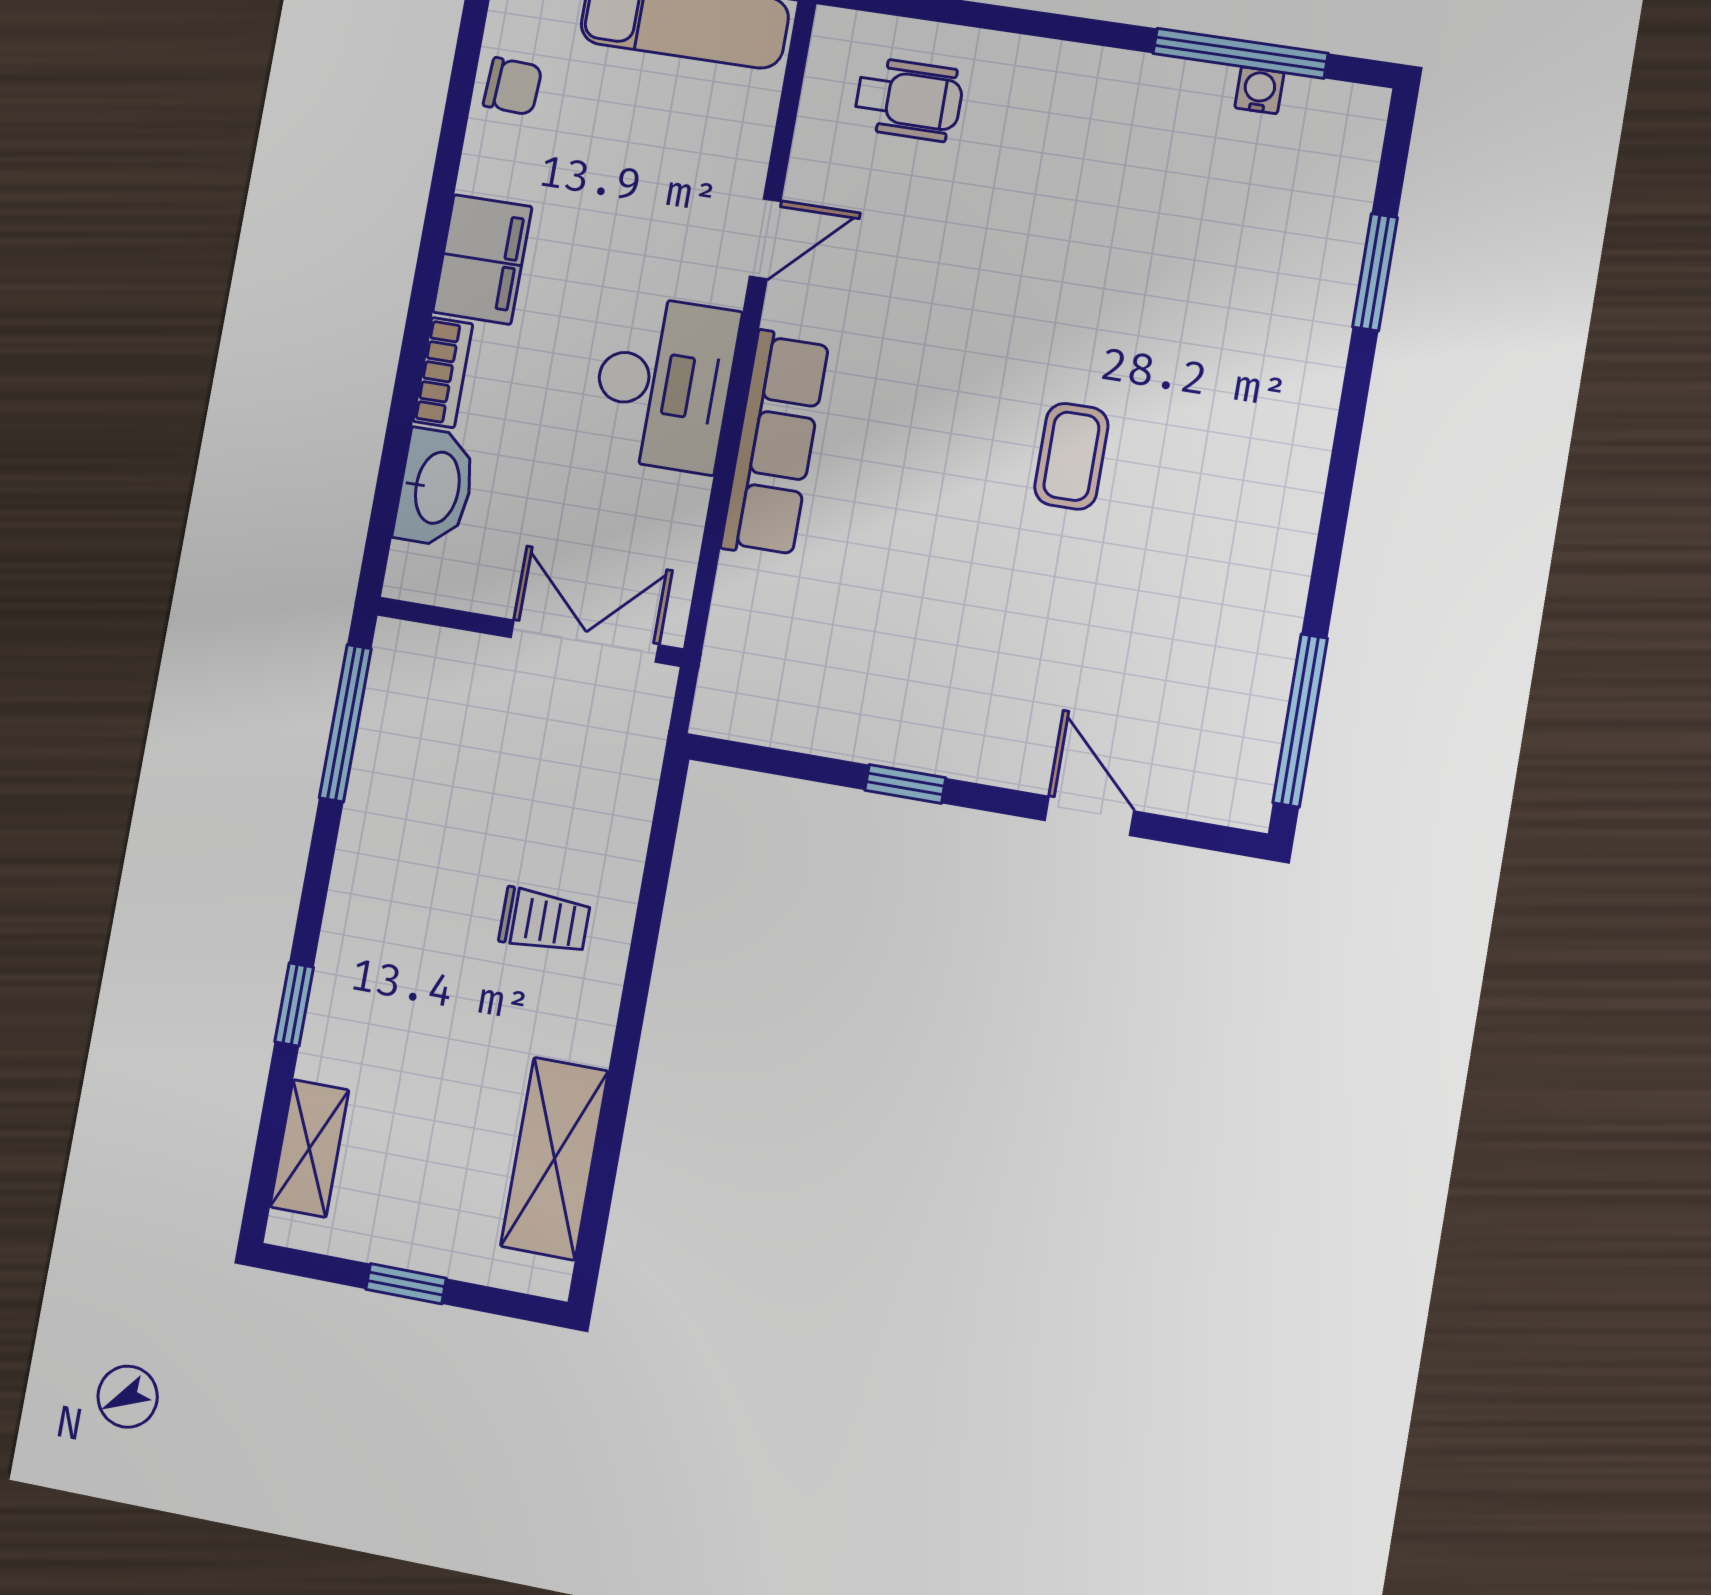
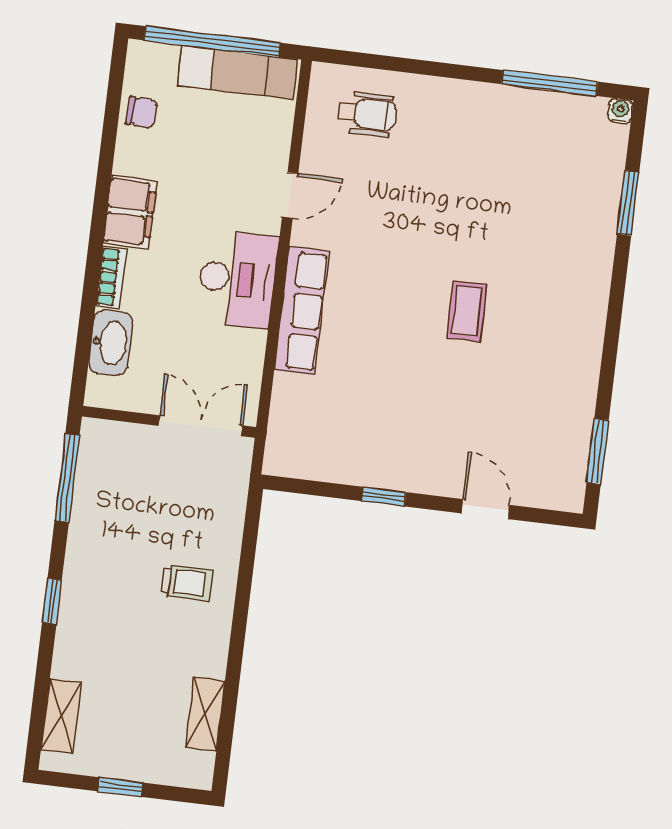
water cooler: (1259, 90) -> (620, 111), moved
window: (1300, 720) -> (598, 451), width x0.69
window: (294, 1004) -> (52, 601), moved
shelving: (554, 1159) -> (205, 714), width x0.67, depth x0.75

